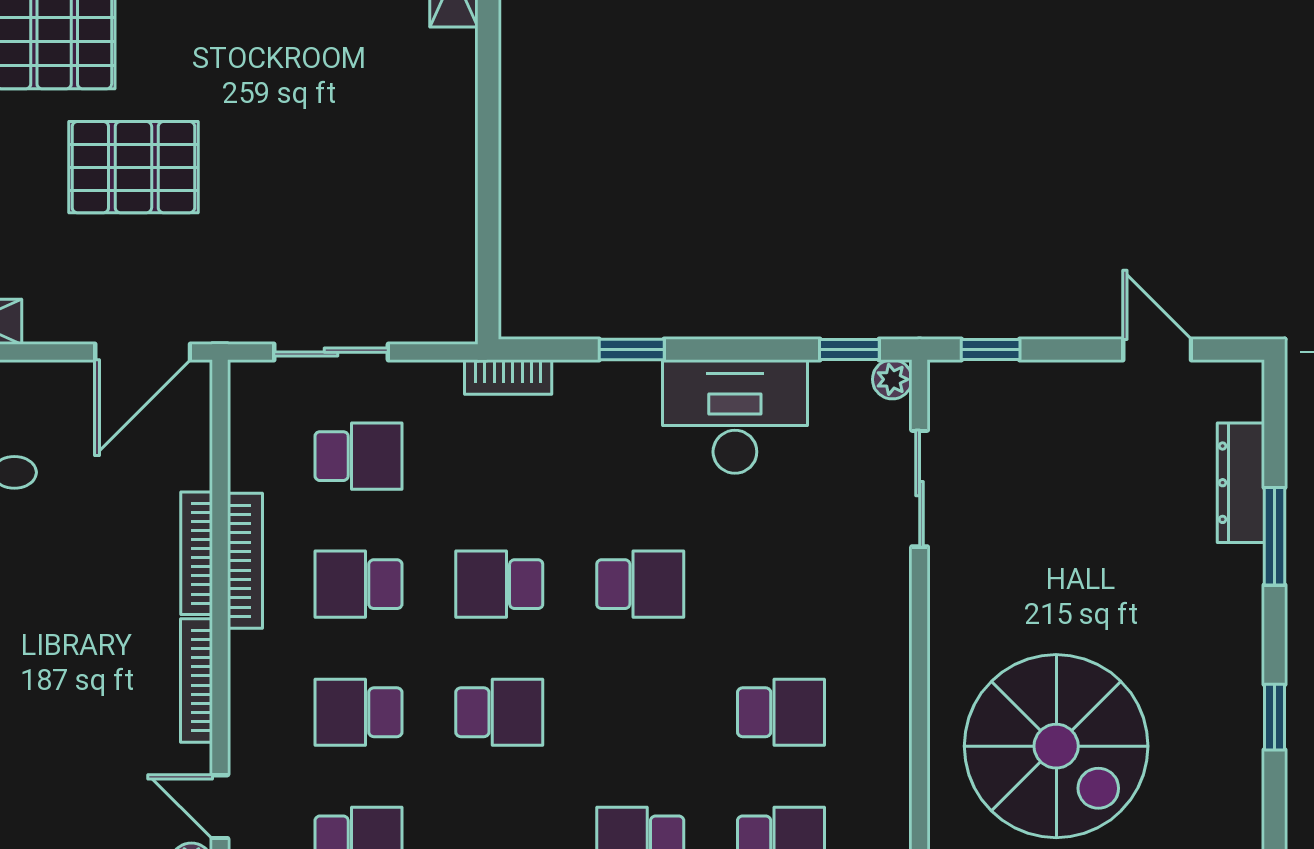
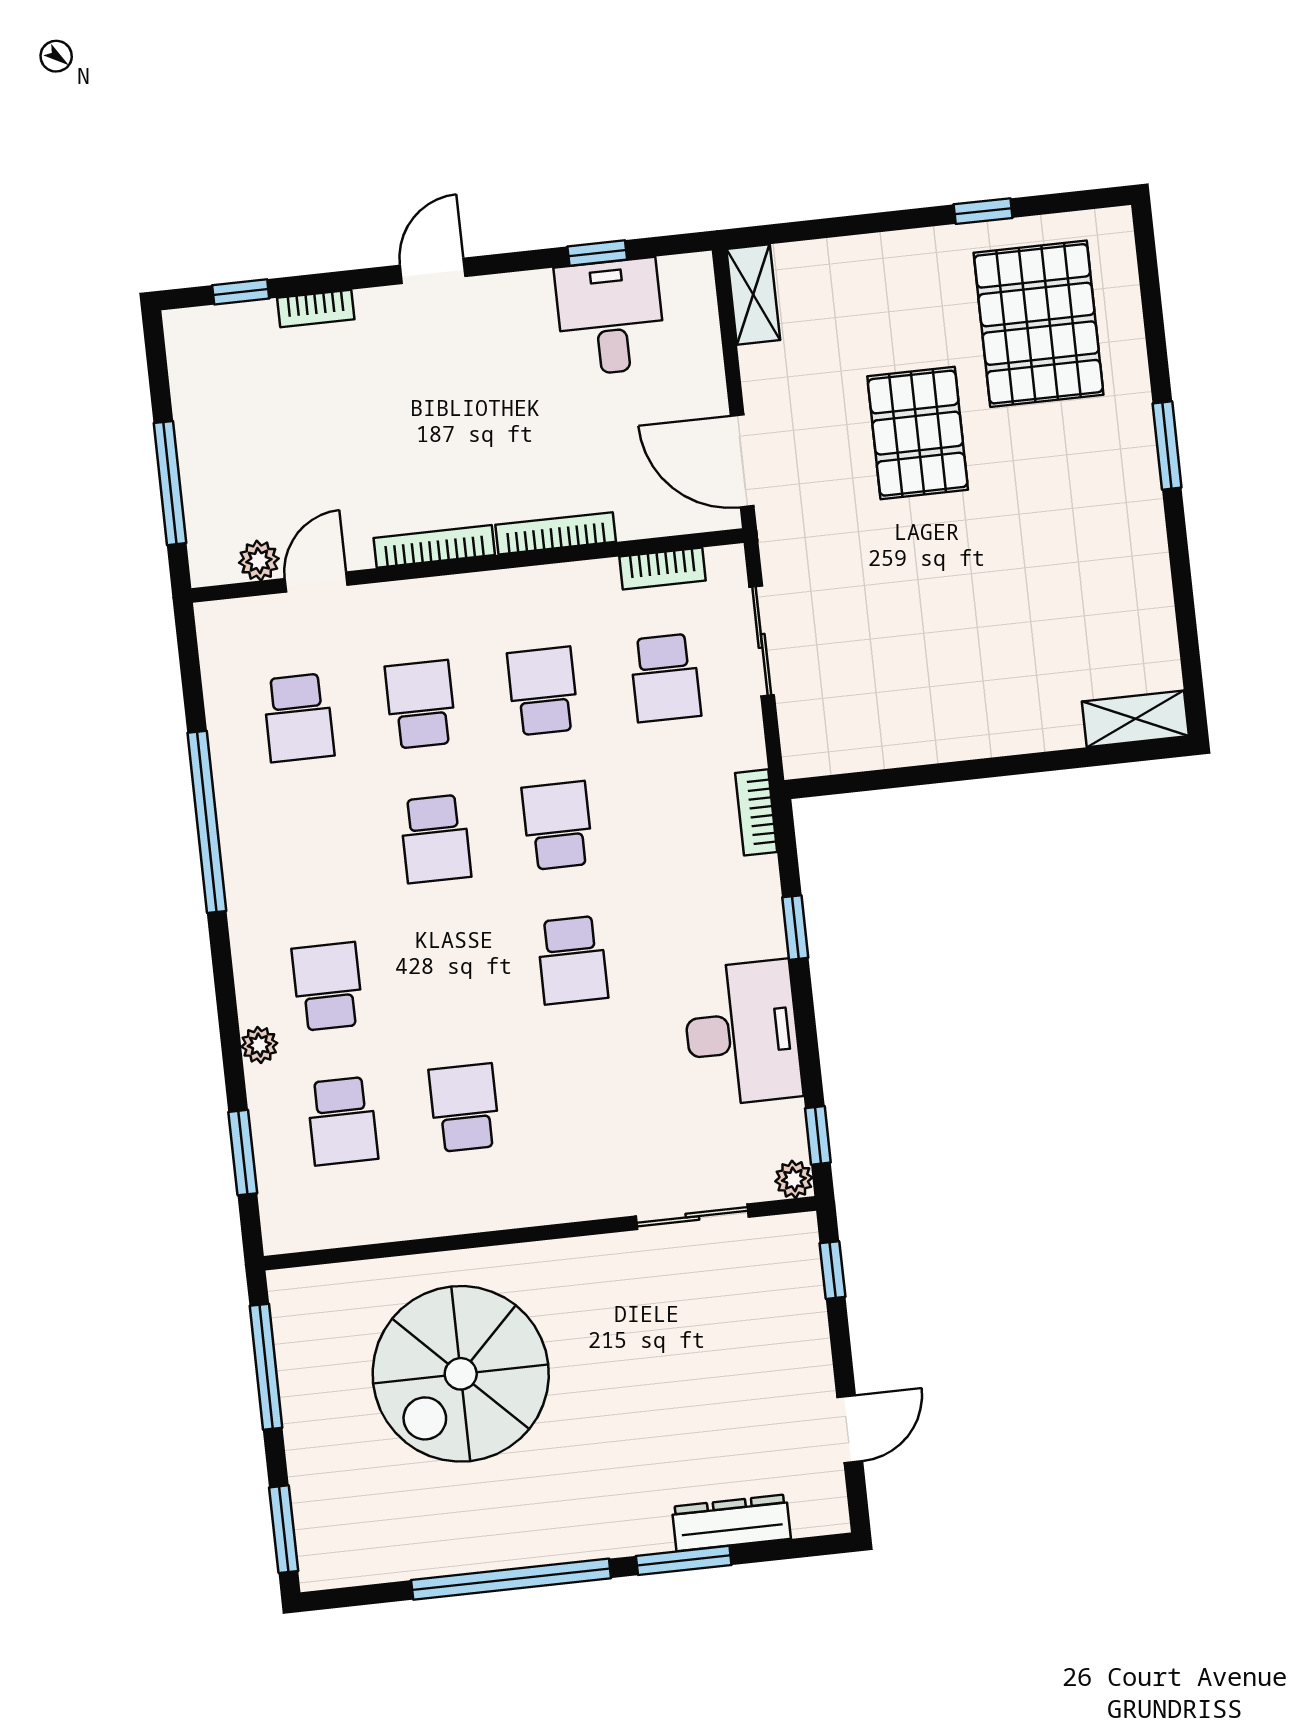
bookcase: (245, 561) -> (663, 568), moved, width x0.64
school desk: (781, 712) -> (464, 1108), turned 180
window: (1274, 717) -> (511, 1579), width x3.17

